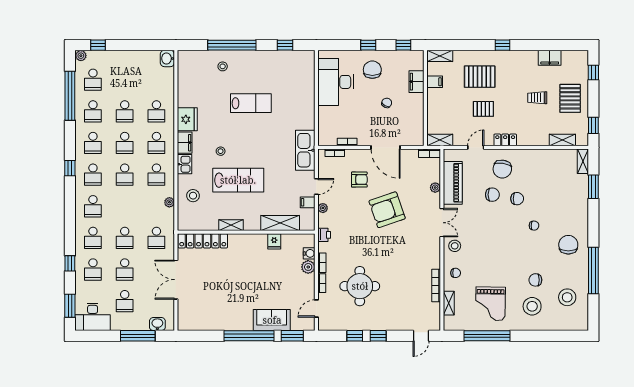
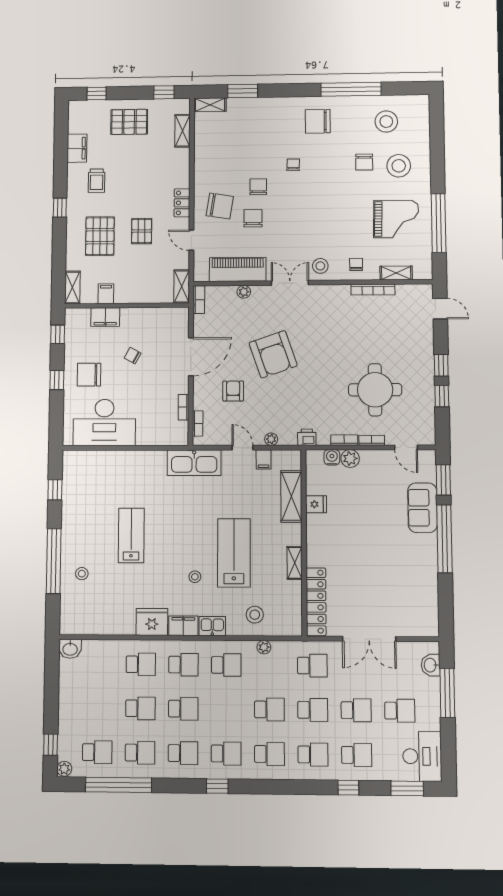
trolley: (537, 98) -> (97, 181), moved
school desk: (125, 175) -> (269, 709), moved

